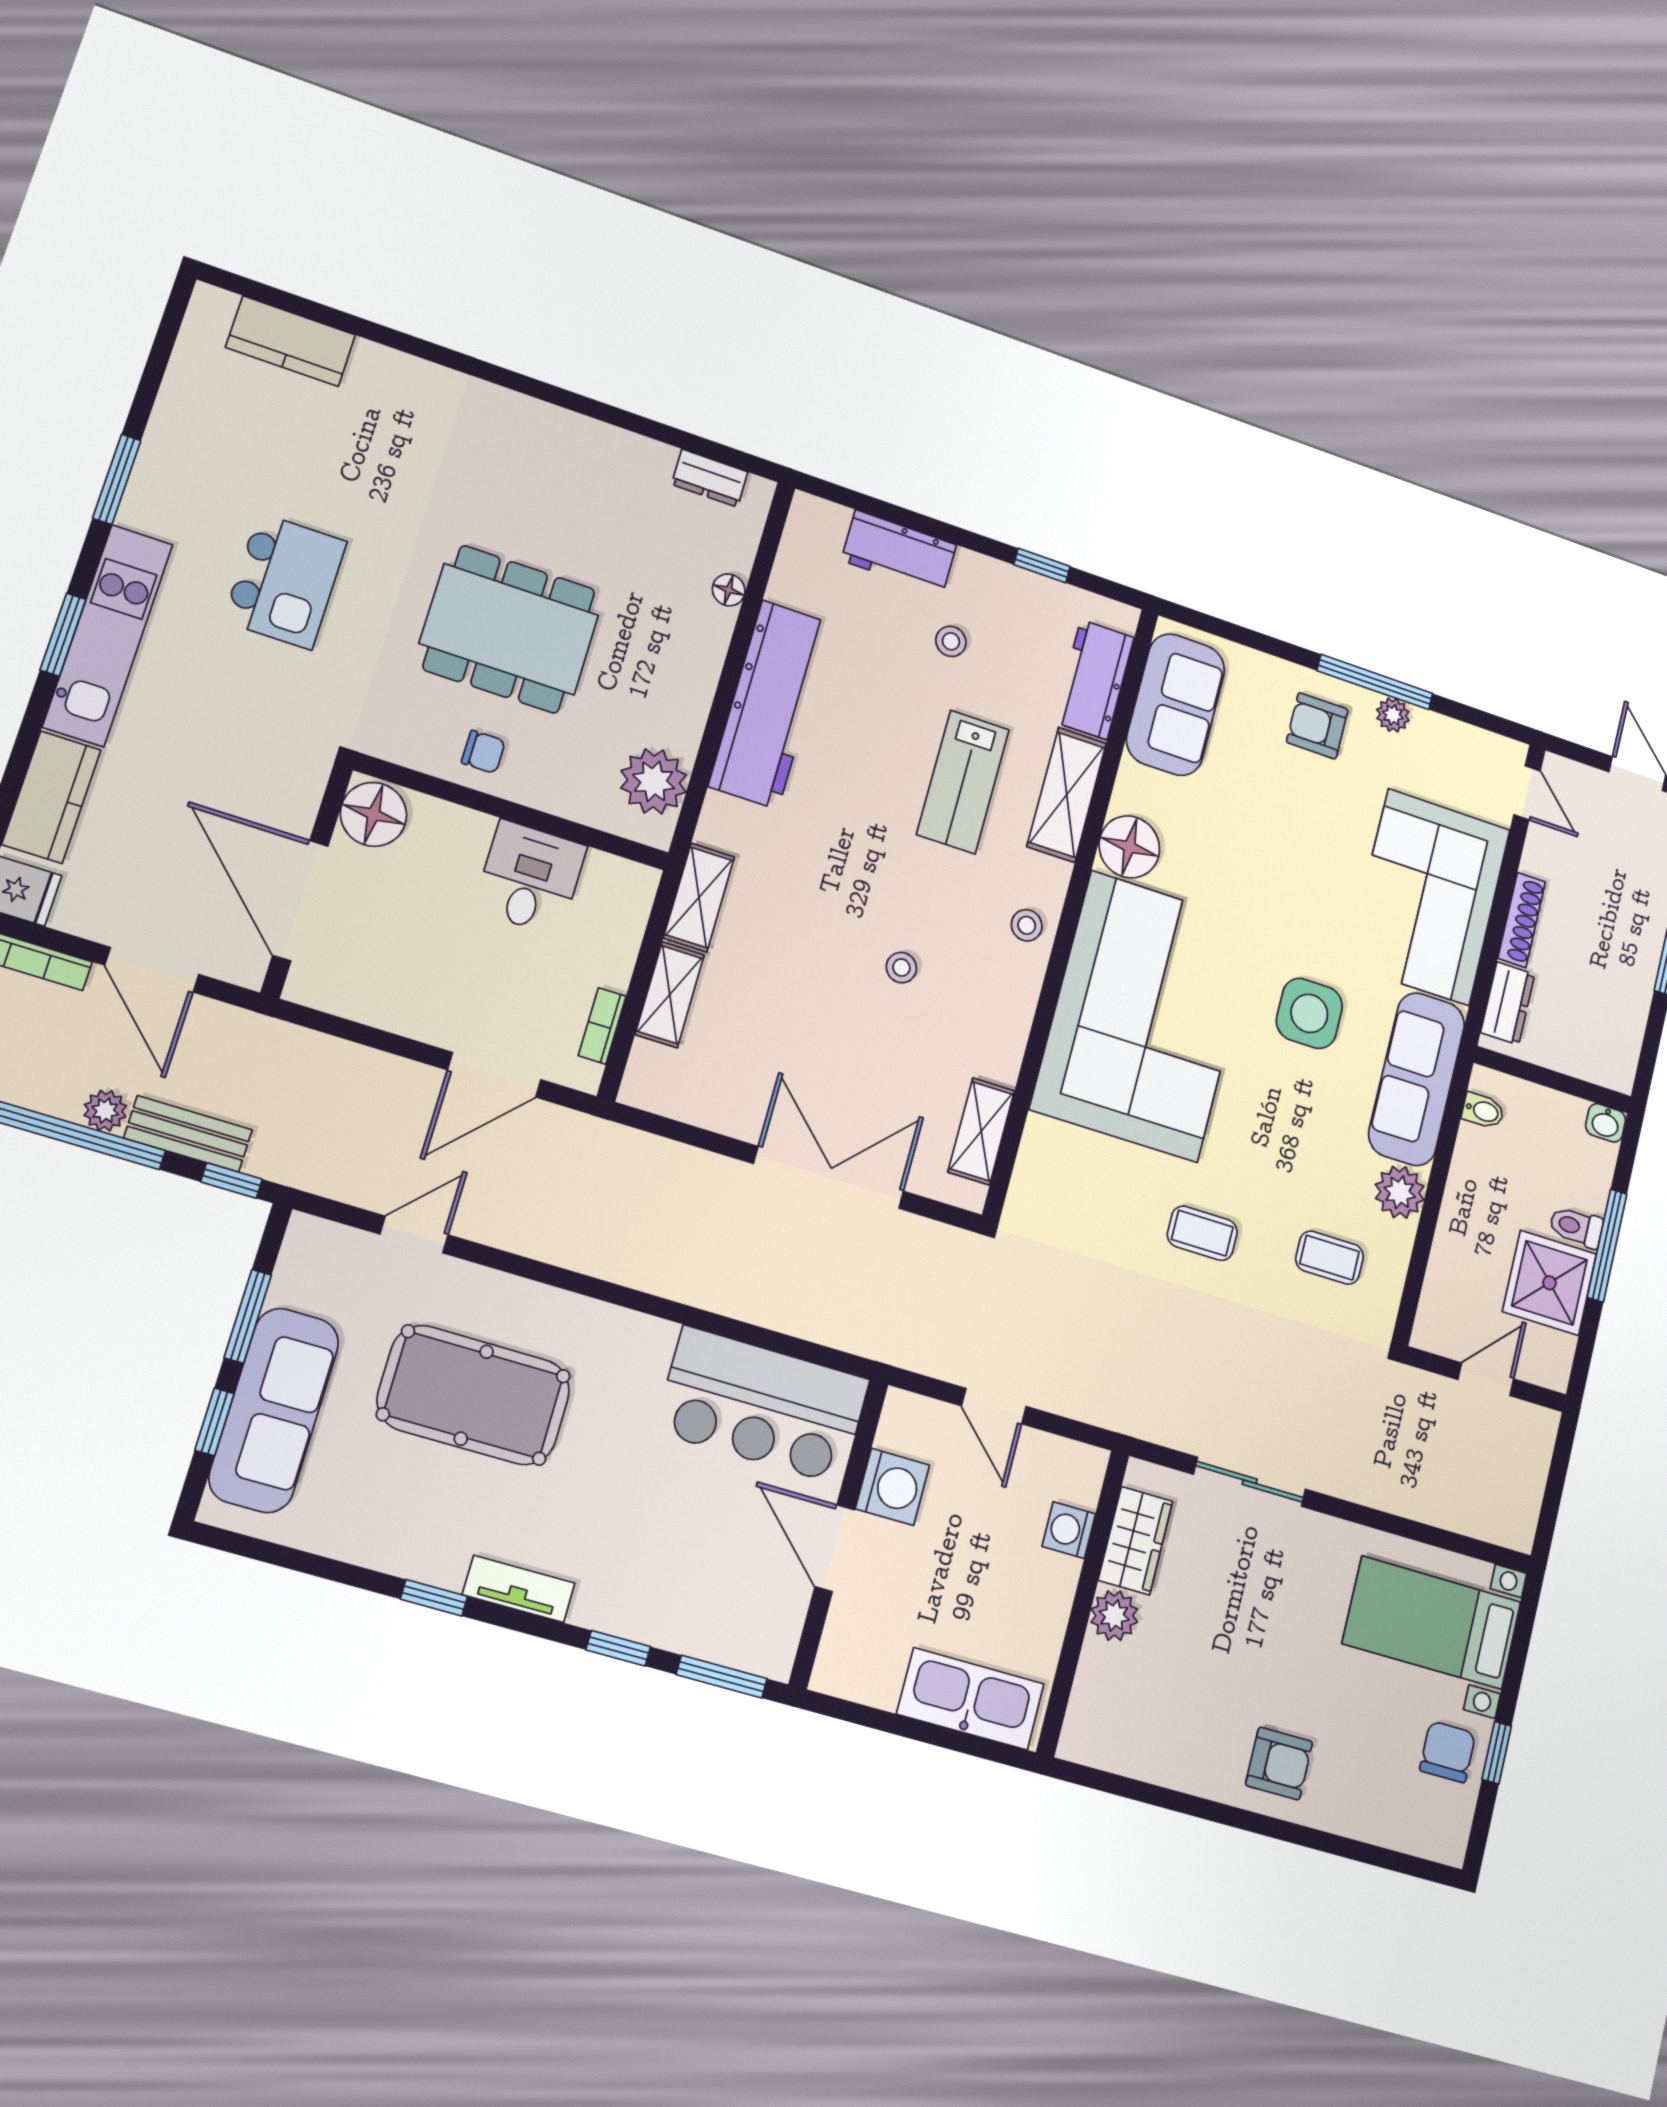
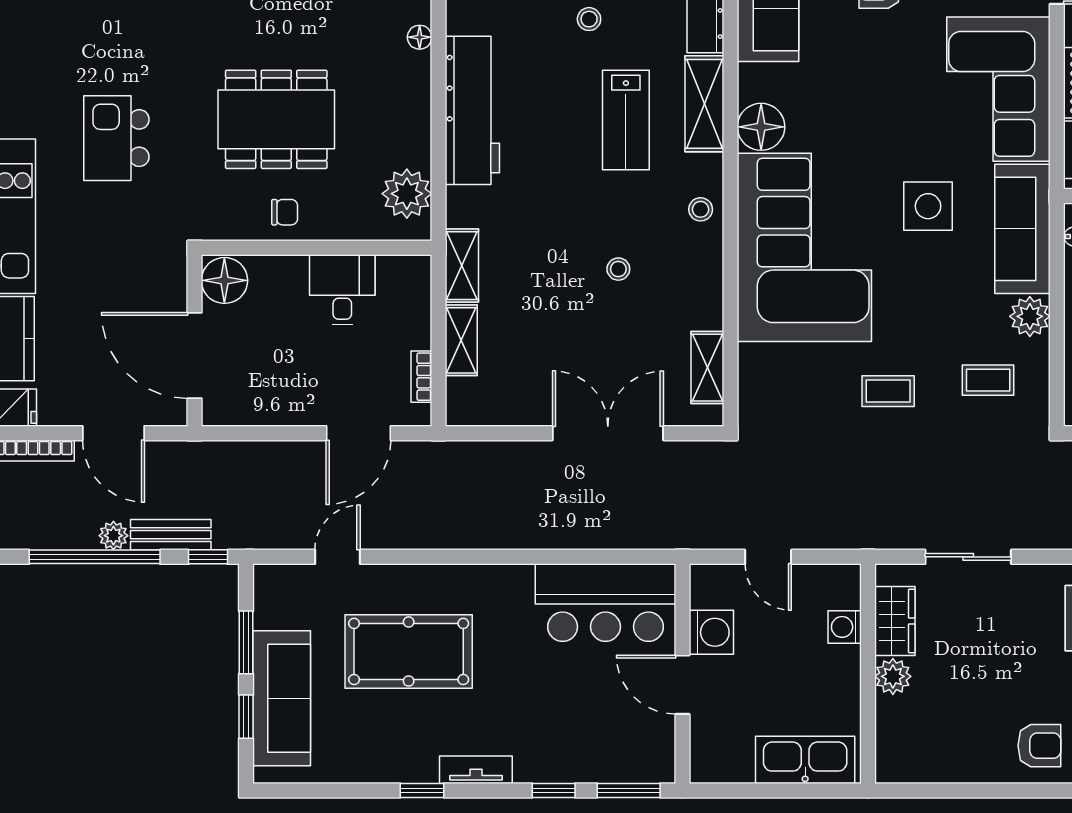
kitchen island: (285, 581) -> (116, 138), turned 180

